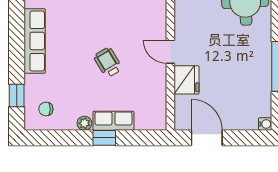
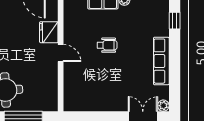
wheelchair: (108, 62) -> (107, 45), turned -59
chair: (46, 109) -> (153, 11), removed

